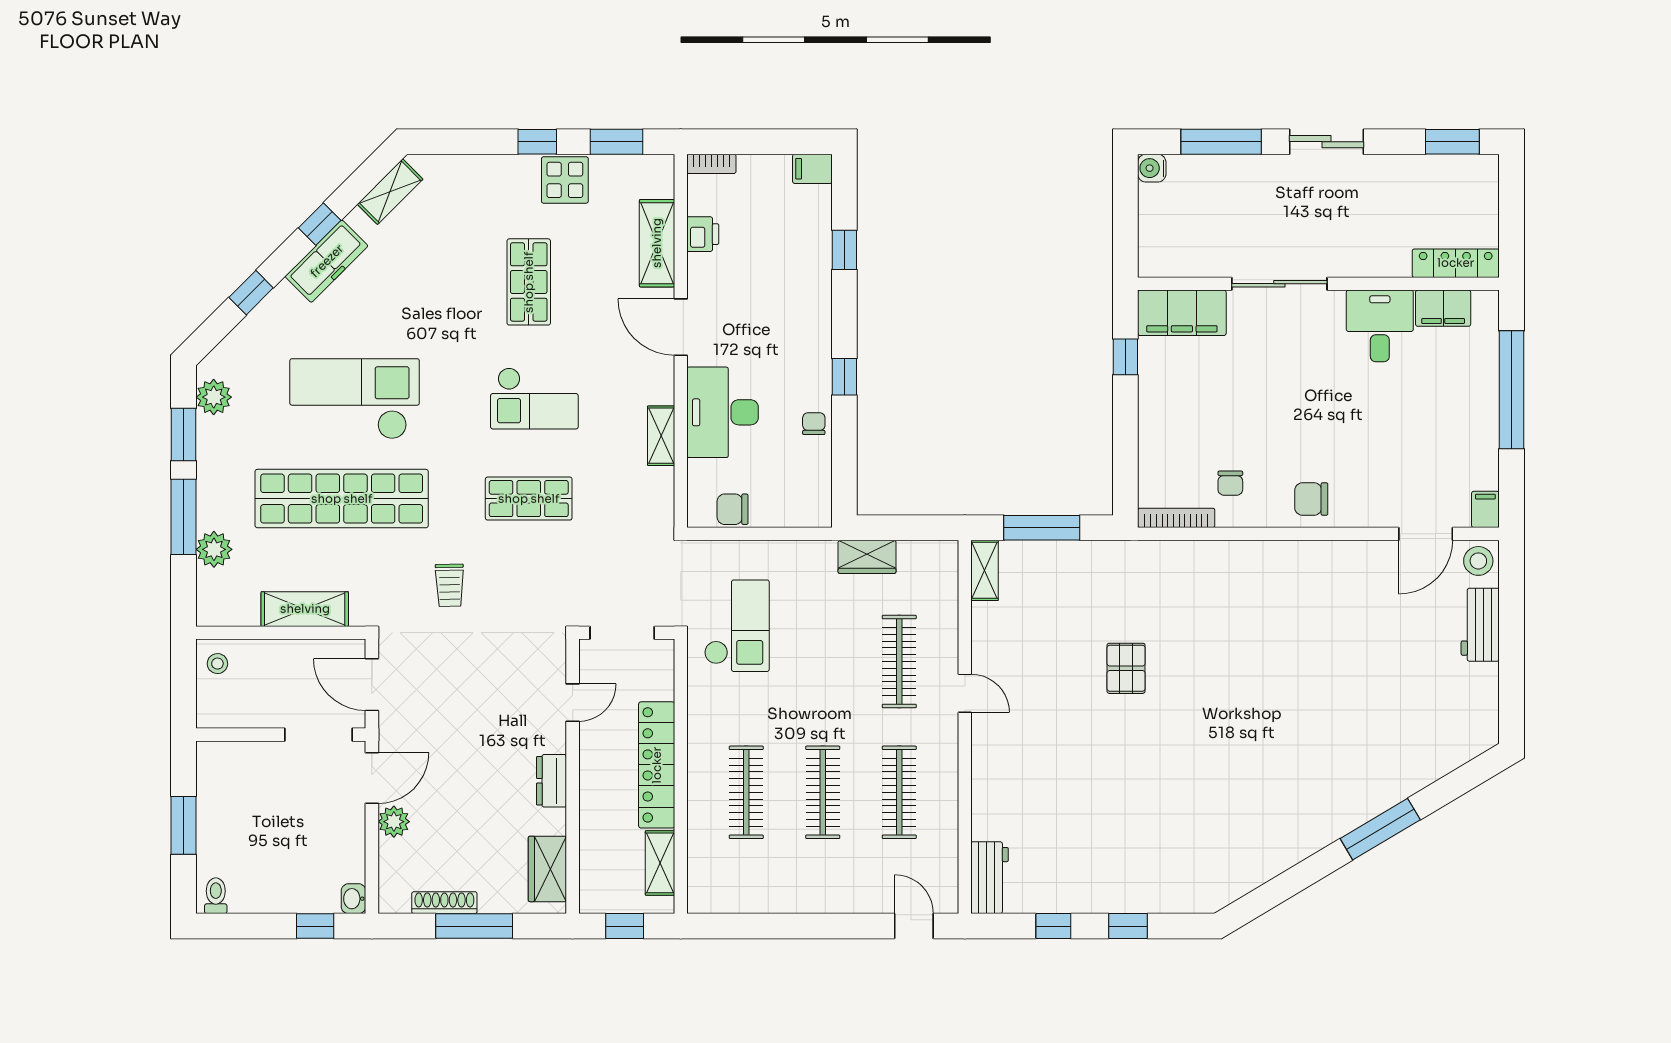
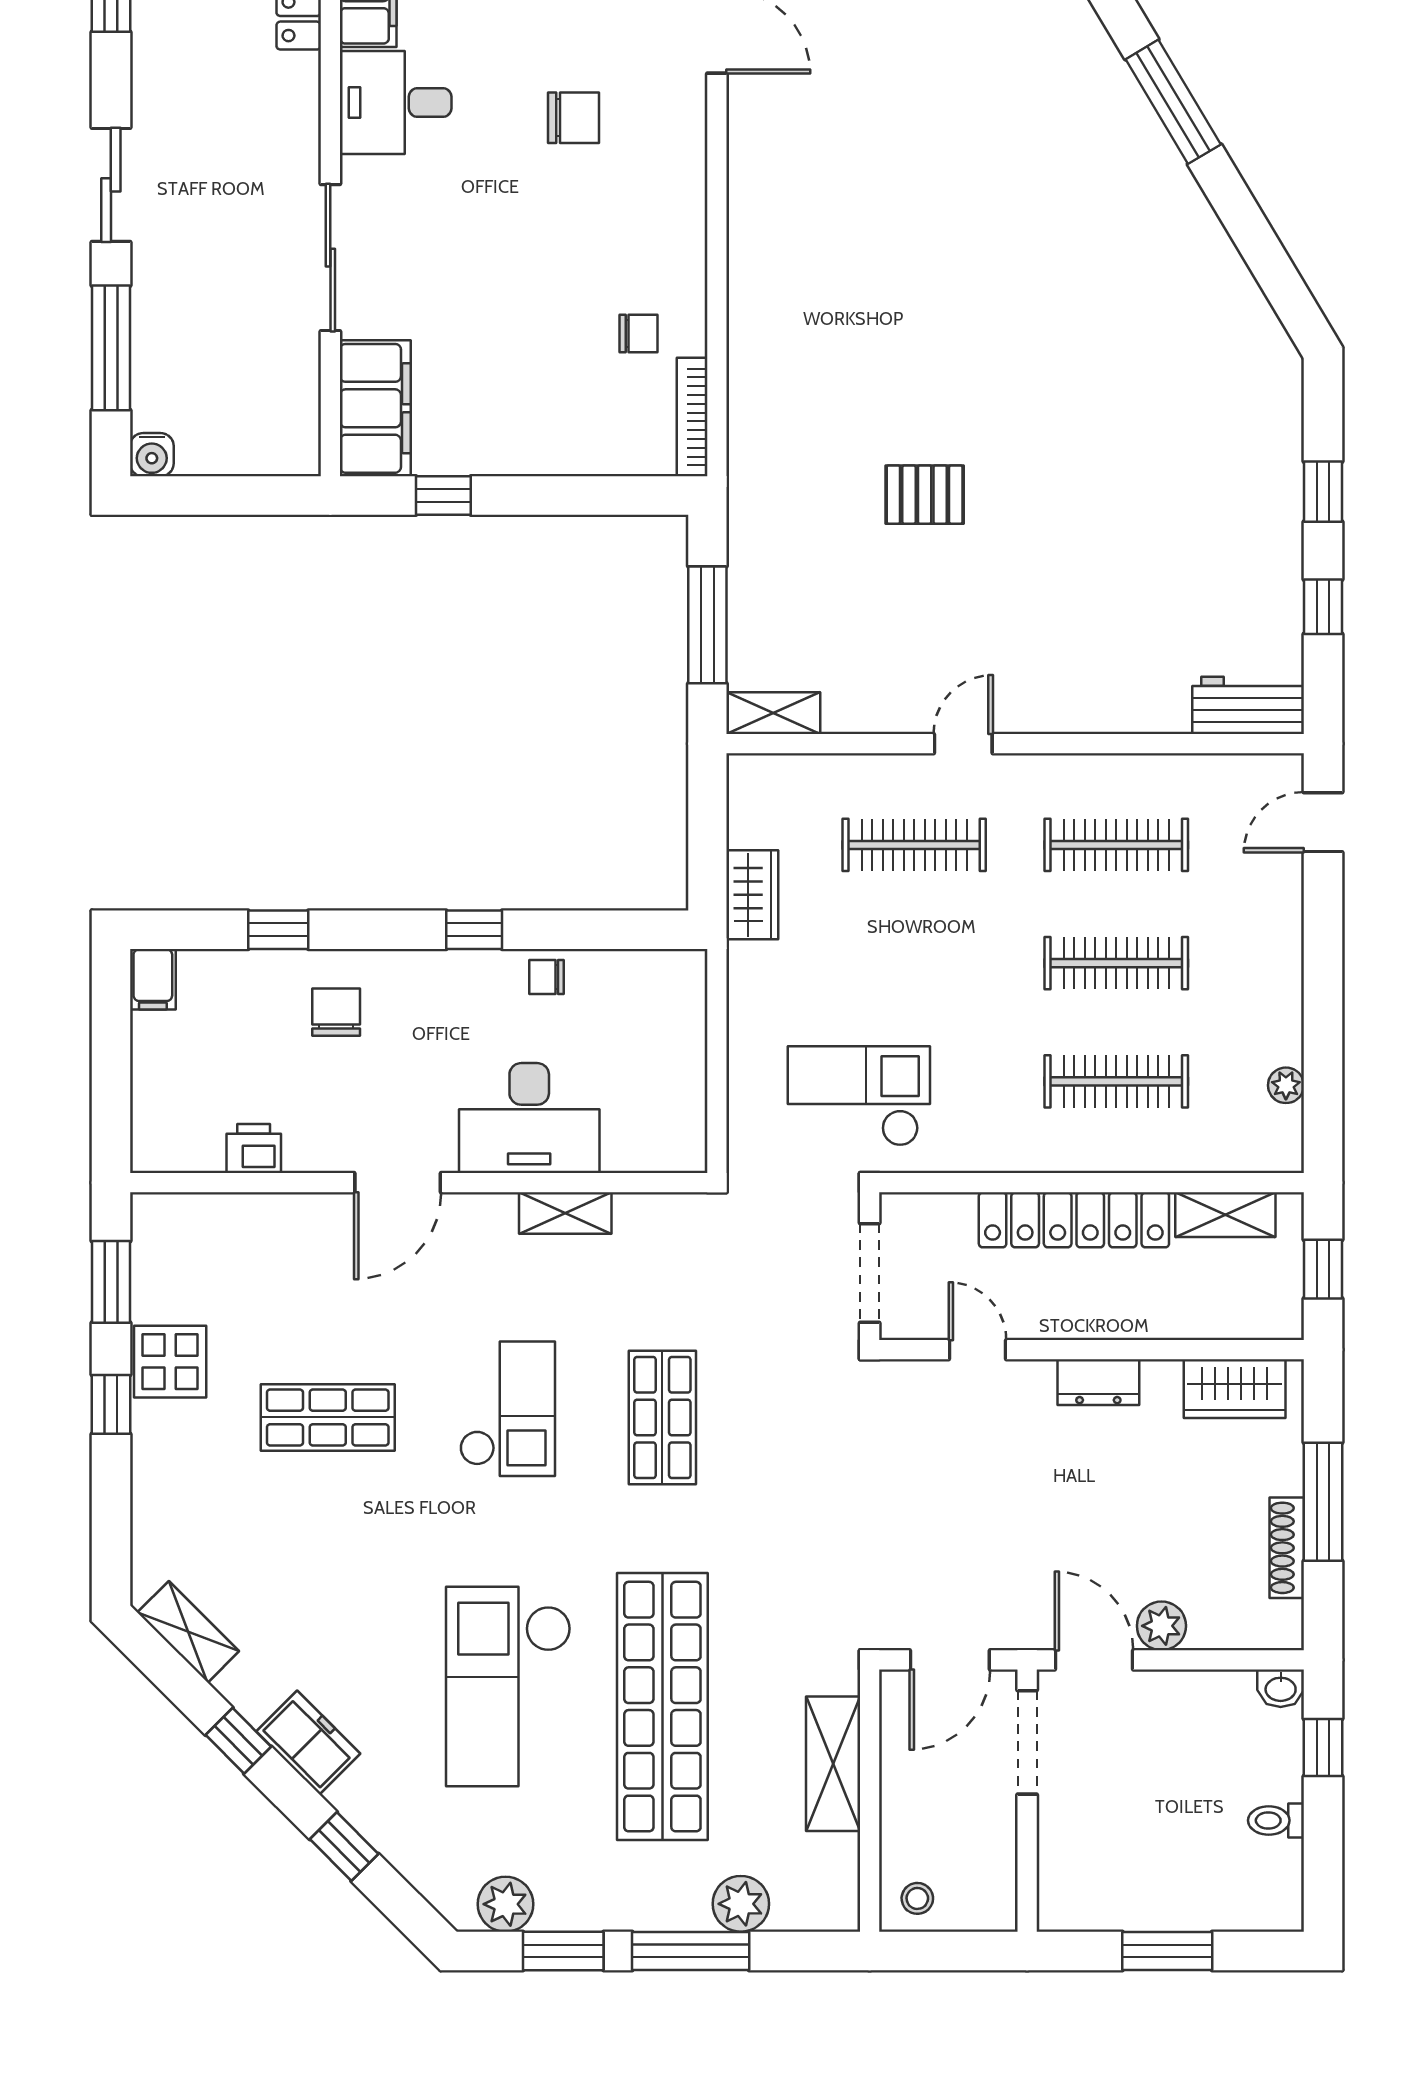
bookcase: (711, 164) -> (145, 1135), removed
shelving: (657, 243) -> (268, 1219), removed
freezer: (327, 261) -> (308, 1743), width x0.71
chair: (1311, 499) -> (573, 118), moved, turned -90
chair: (733, 509) -> (336, 1012), moved, turned 180
trolley: (450, 585) -> (796, 1540), removed
toilet: (216, 896) -> (1276, 1820), moved
plant: (744, 902) -> (1286, 1085), added

